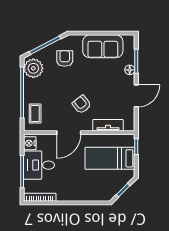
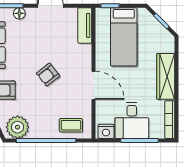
armchair: (82, 104) -> (48, 75), moved
tv unit: (108, 125) -> (85, 25), moved
wardrobe: (76, 194) -> (166, 76), added

